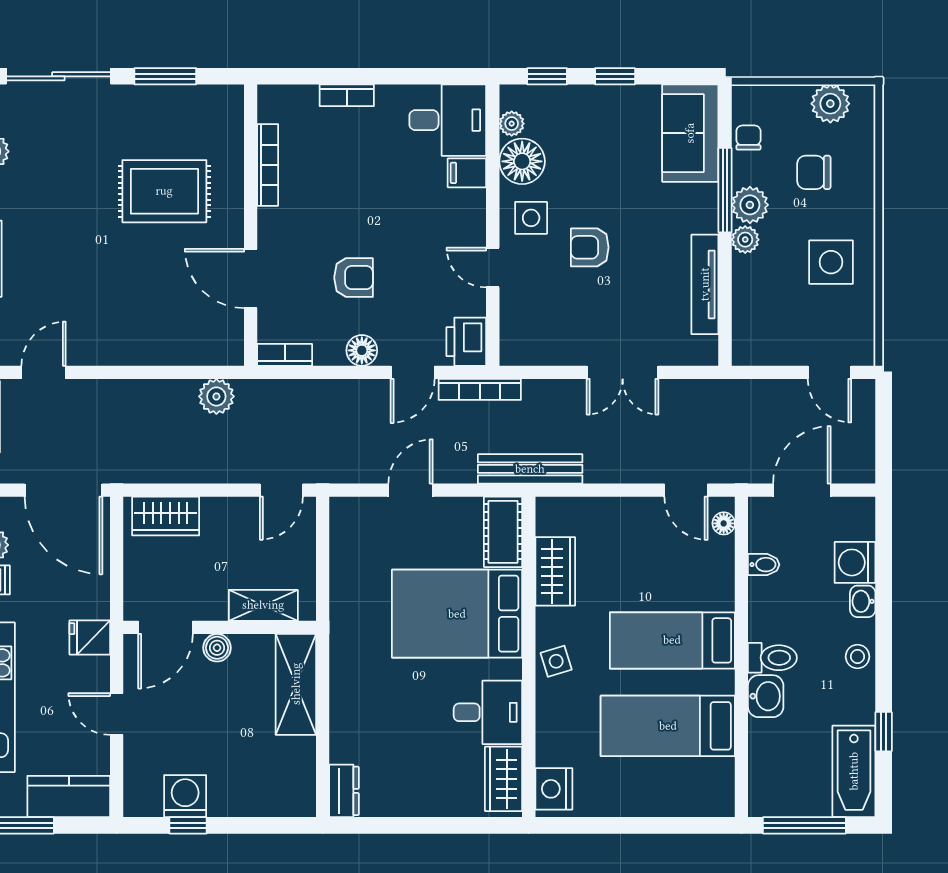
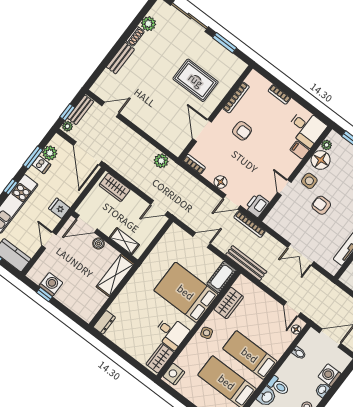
armchair: (354, 278) -> (242, 131), moved

